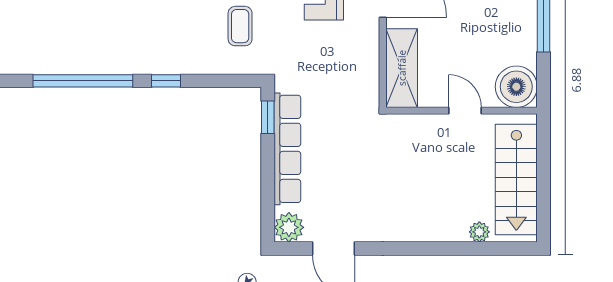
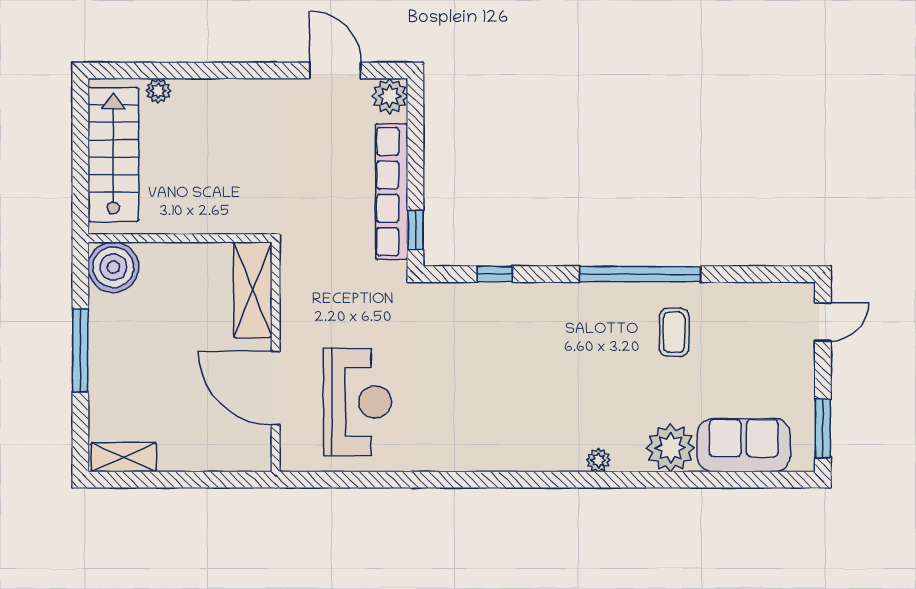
coffee table: (240, 26) -> (674, 332), moved
window: (166, 81) -> (495, 274), moved
door: (465, 111) -> (176, 238), removed

